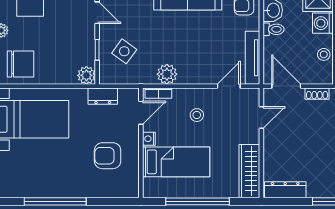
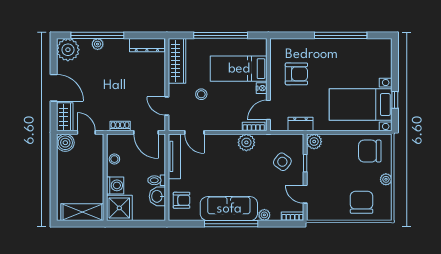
door: (229, 86) -> (194, 132), hinge flipped
stool: (197, 115) -> (201, 94), moved
door: (261, 117) -> (167, 106), hinge flipped

